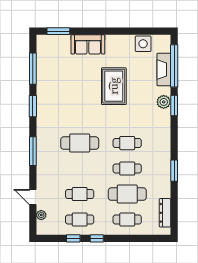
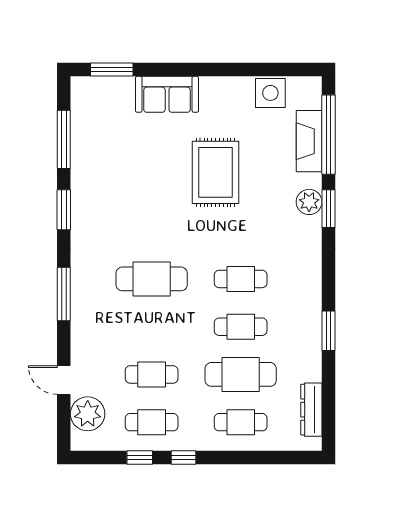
plant: (41, 215) -> (88, 414), width x1.88, depth x1.88

